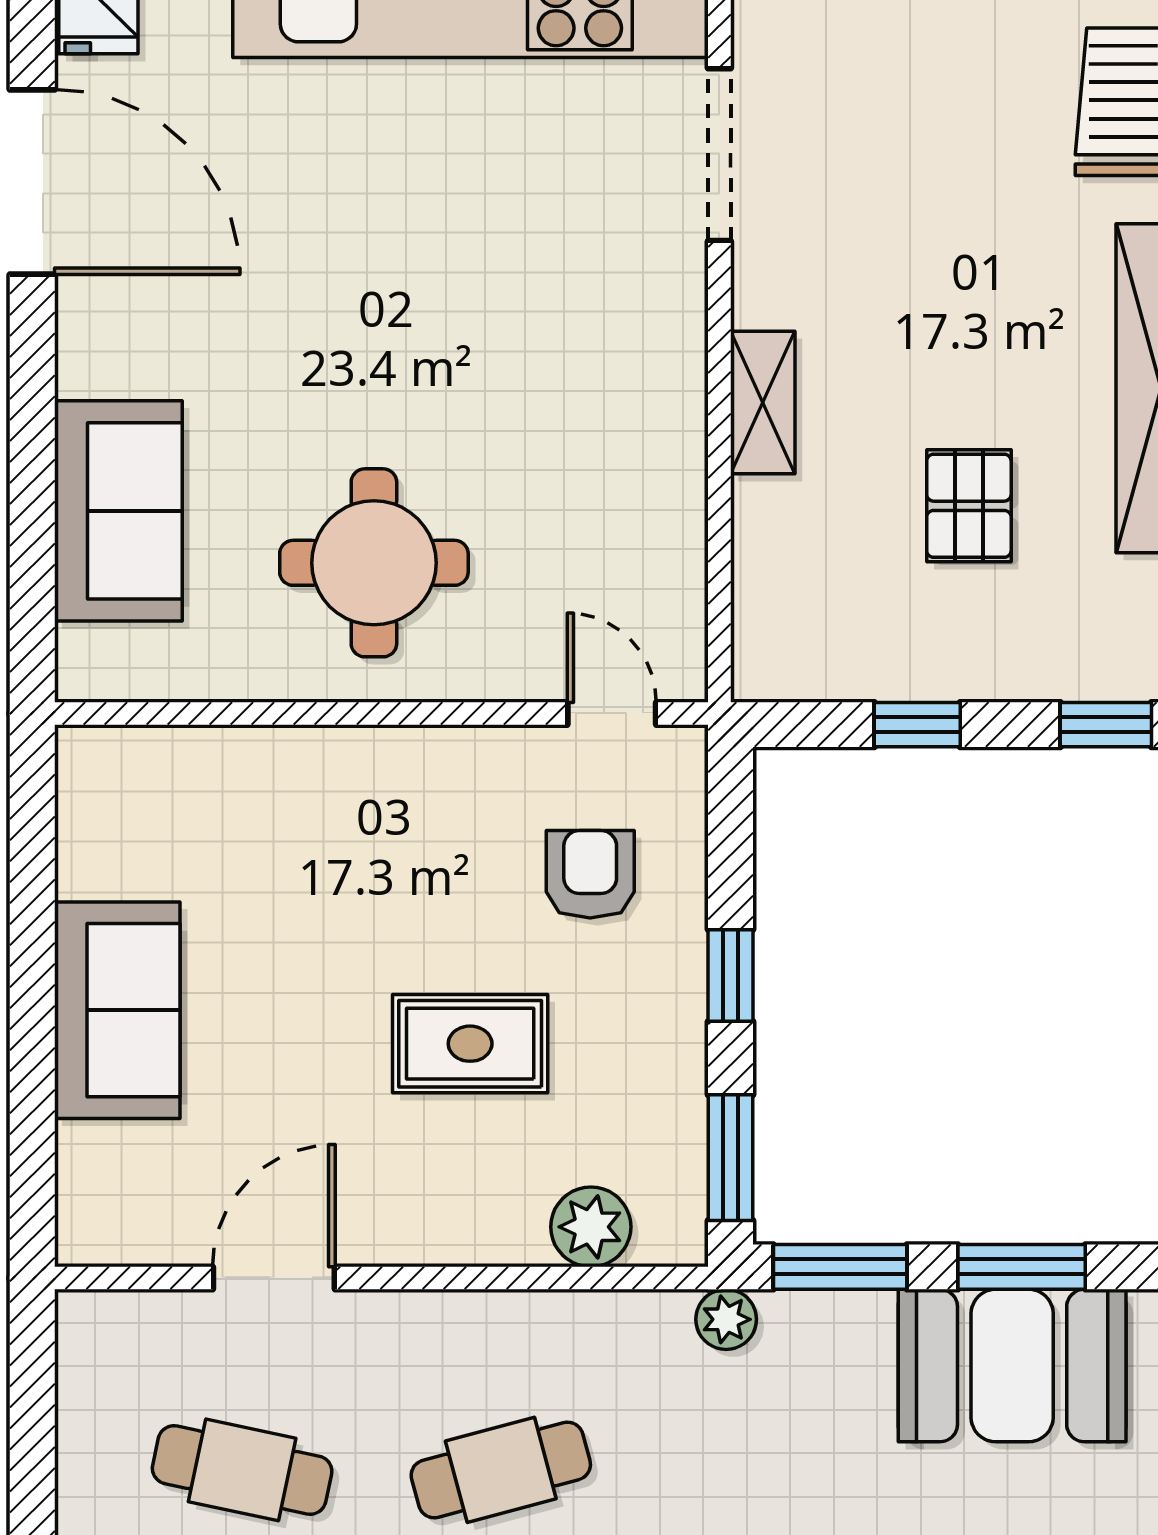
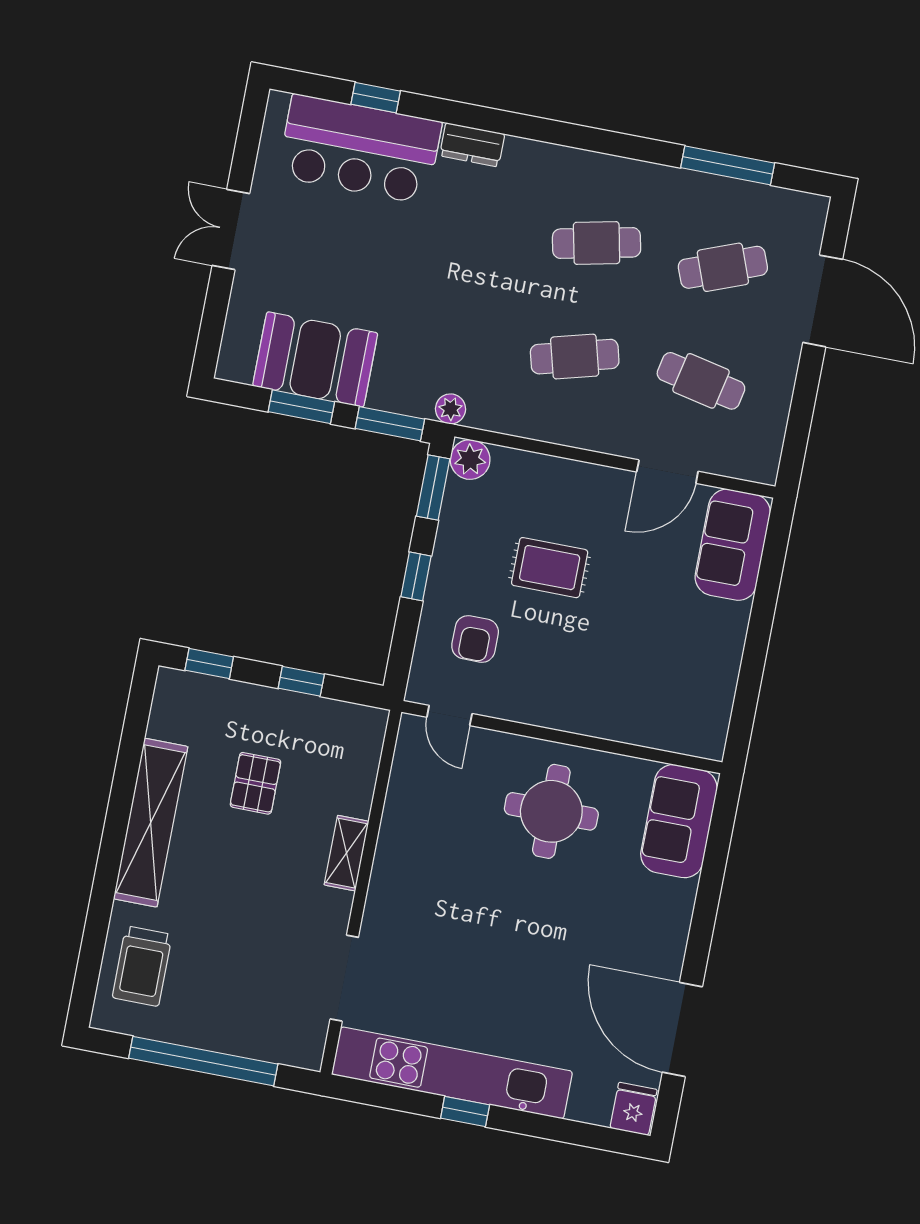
sofa: (118, 511) -> (679, 821), moved
sofa: (117, 1010) -> (733, 545), moved
plant: (591, 1227) -> (470, 459), moved

